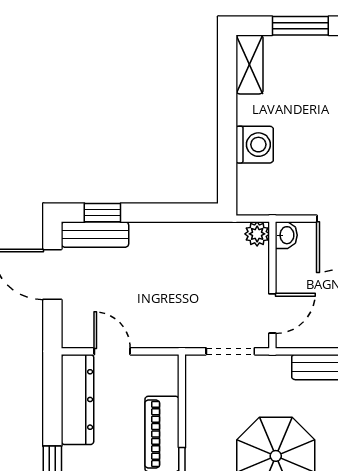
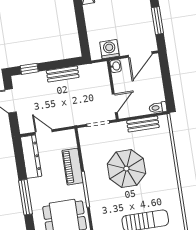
washing machine: (255, 145) -> (109, 49), moved, turned -90
bench: (95, 234) -> (63, 74), moved
plant: (257, 234) -> (102, 68), removed

